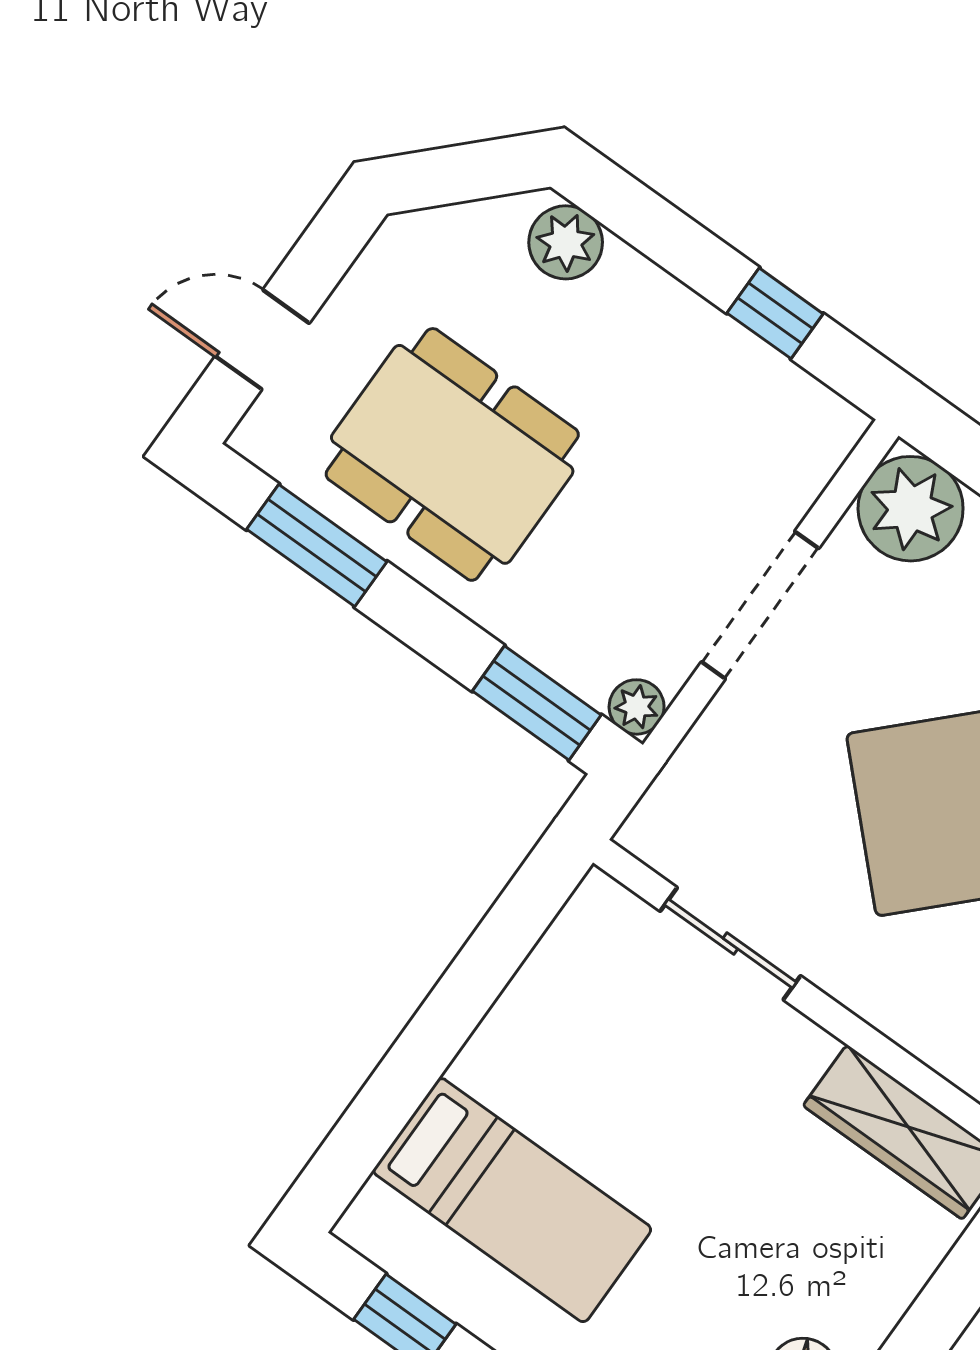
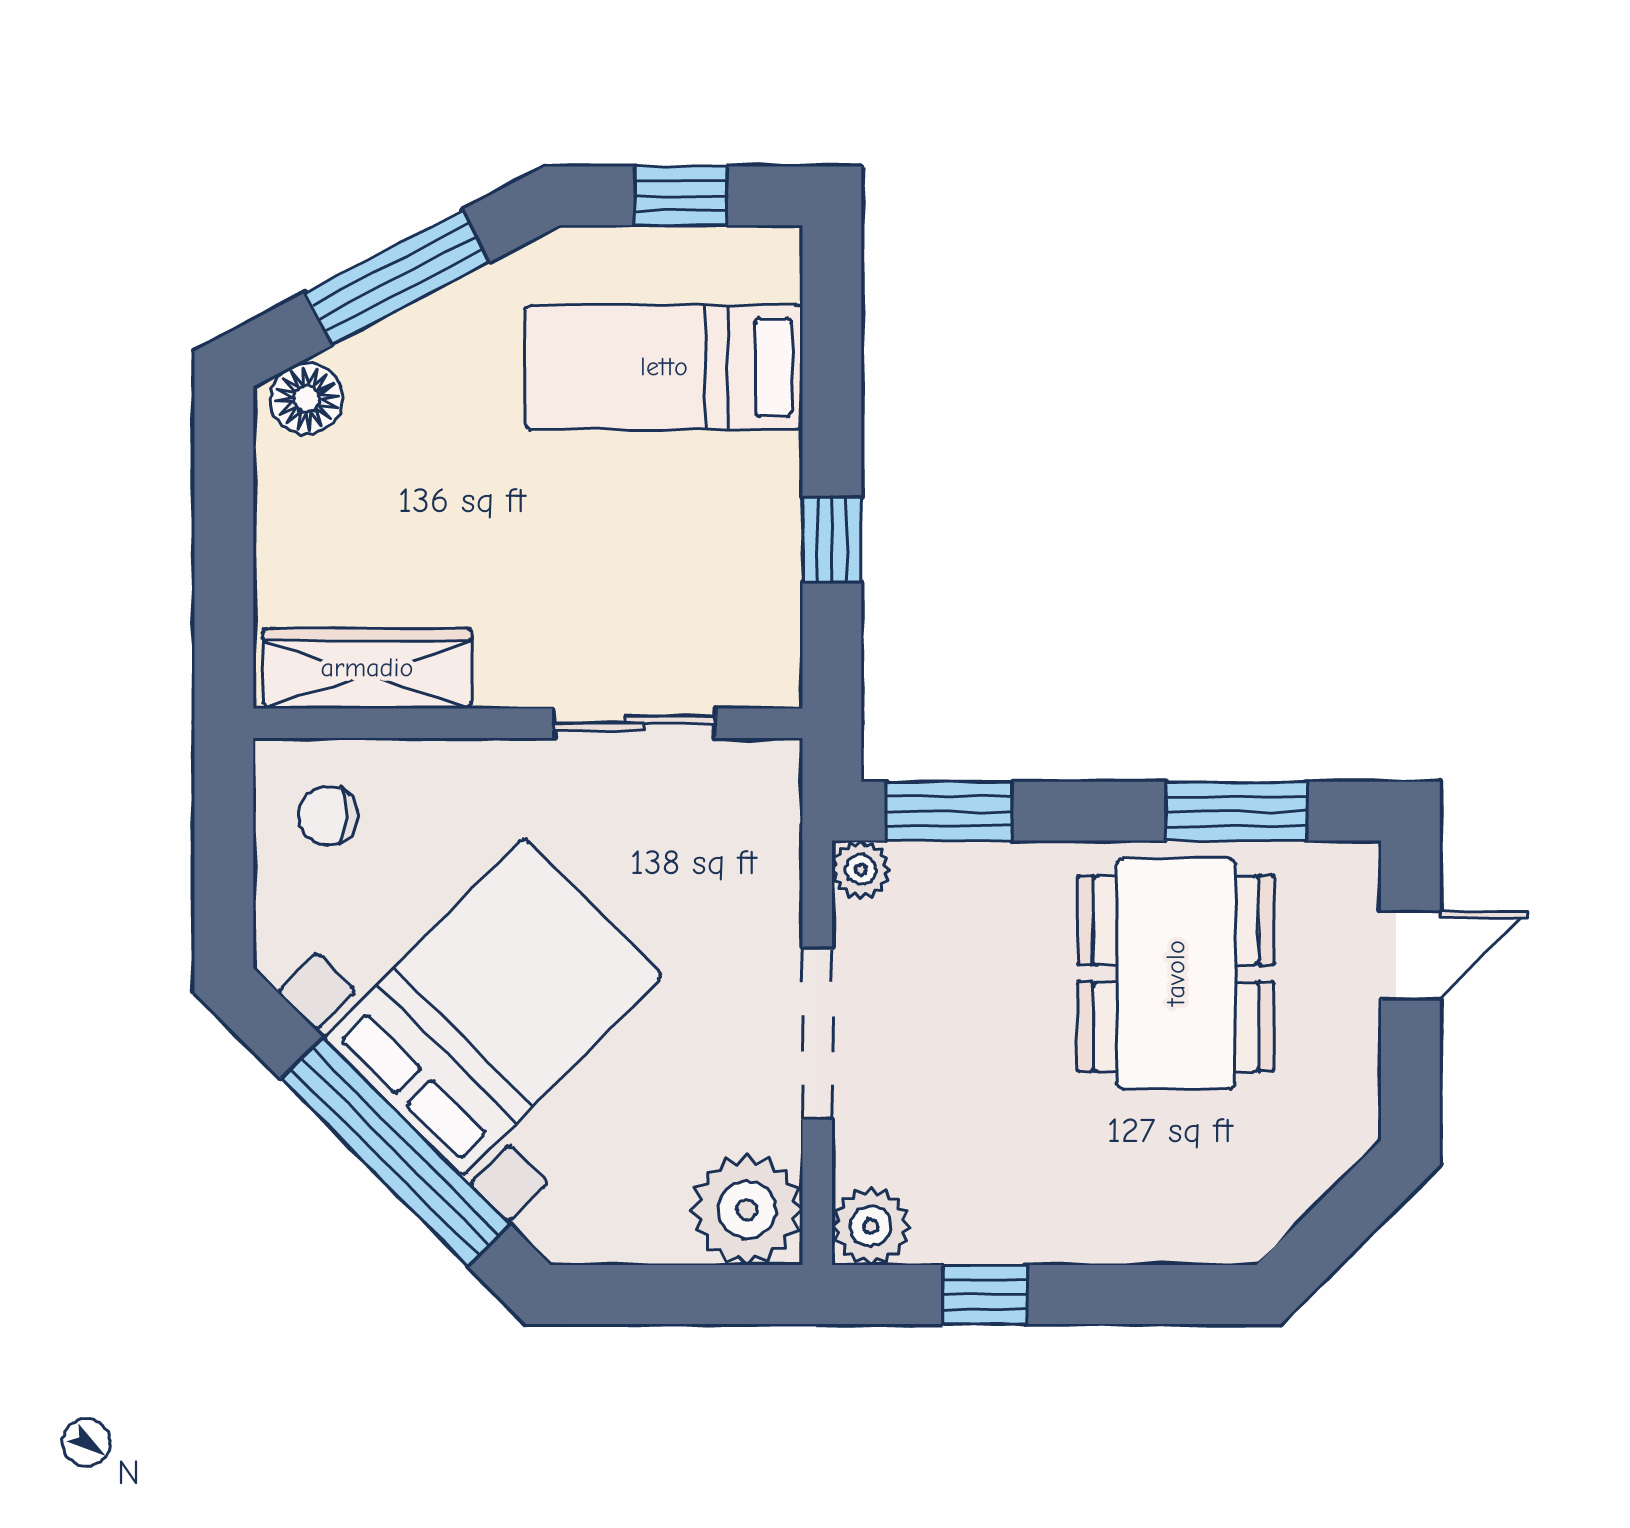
plant: (566, 242) -> (871, 1226), moved
dining table: (452, 454) -> (1176, 973), turned 90
window: (478, 976) -> (832, 539), added

